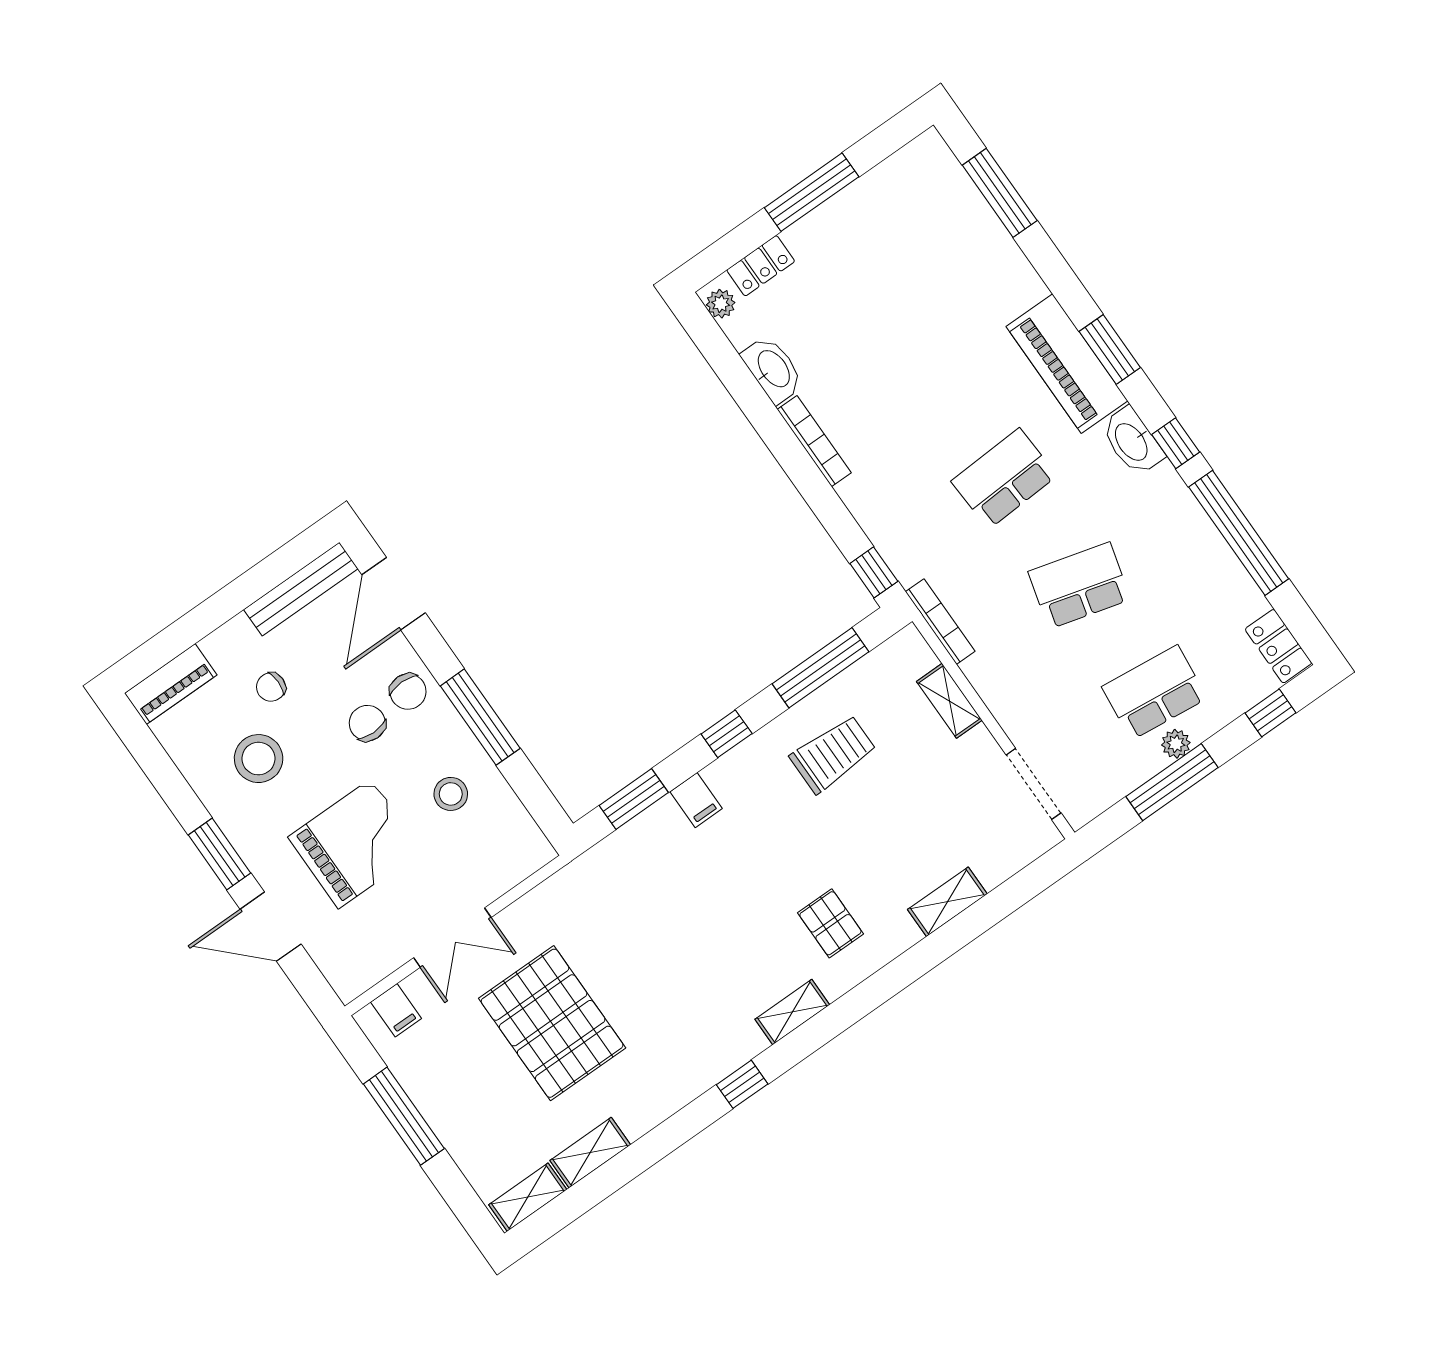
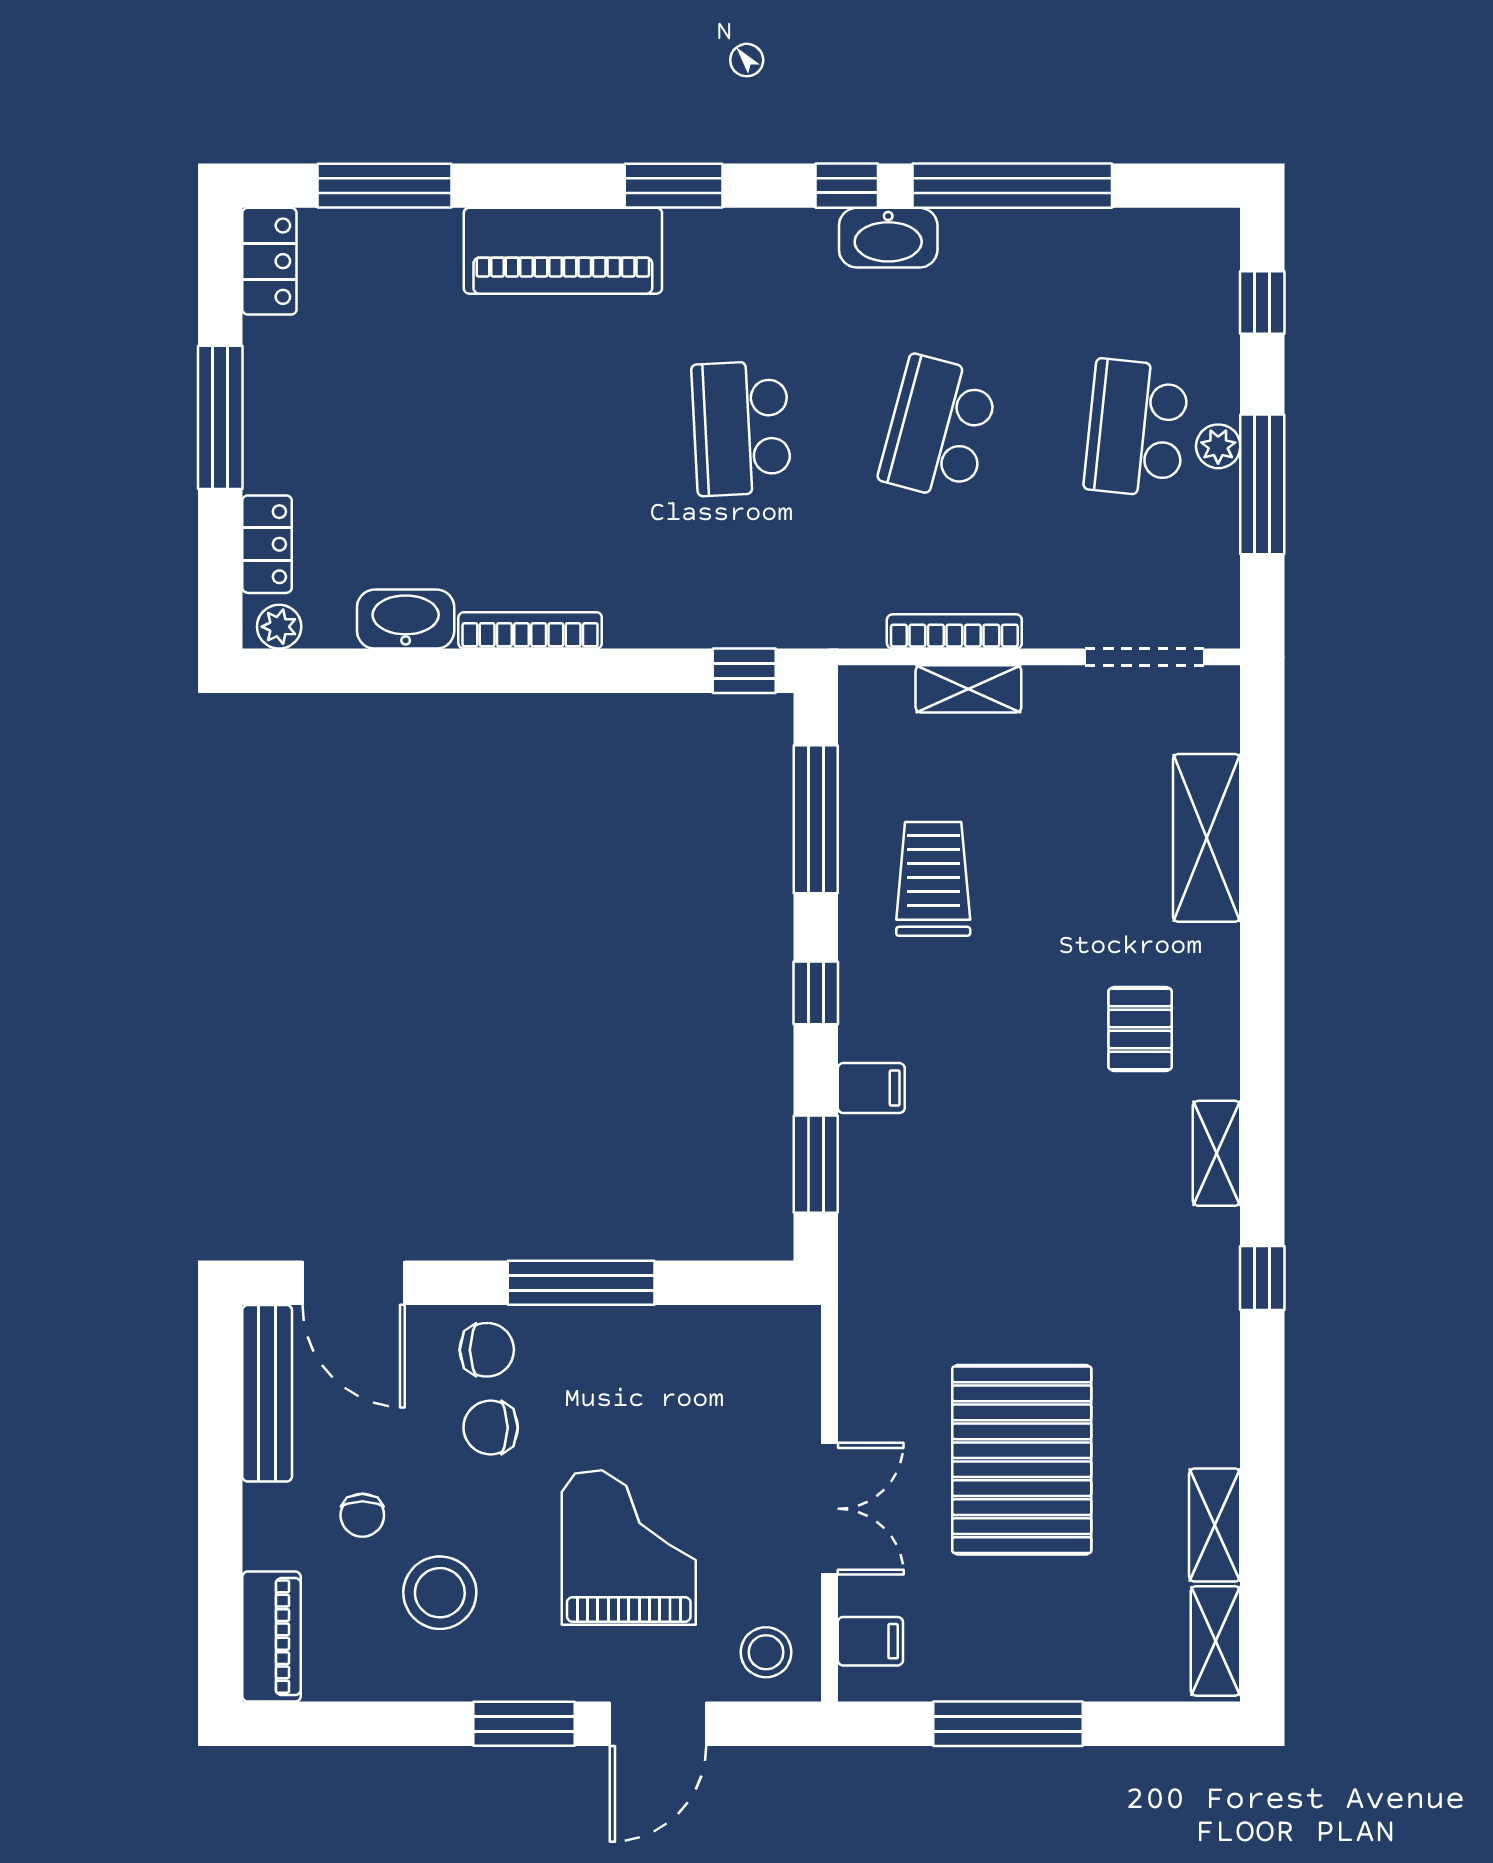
piano: (1067, 364) -> (563, 251), moved
washbasin: (1132, 441) -> (888, 238), moved
bookcase: (940, 622) -> (954, 631), moved
locker: (1278, 646) -> (269, 261), moved, turned -90
stool: (451, 794) -> (766, 1652), moved
shelving: (947, 902) -> (1207, 838), width x1.50, depth x1.33
pallet: (830, 923) -> (1140, 1029), turned 90
pallet: (552, 1023) -> (1022, 1460), turned 90

